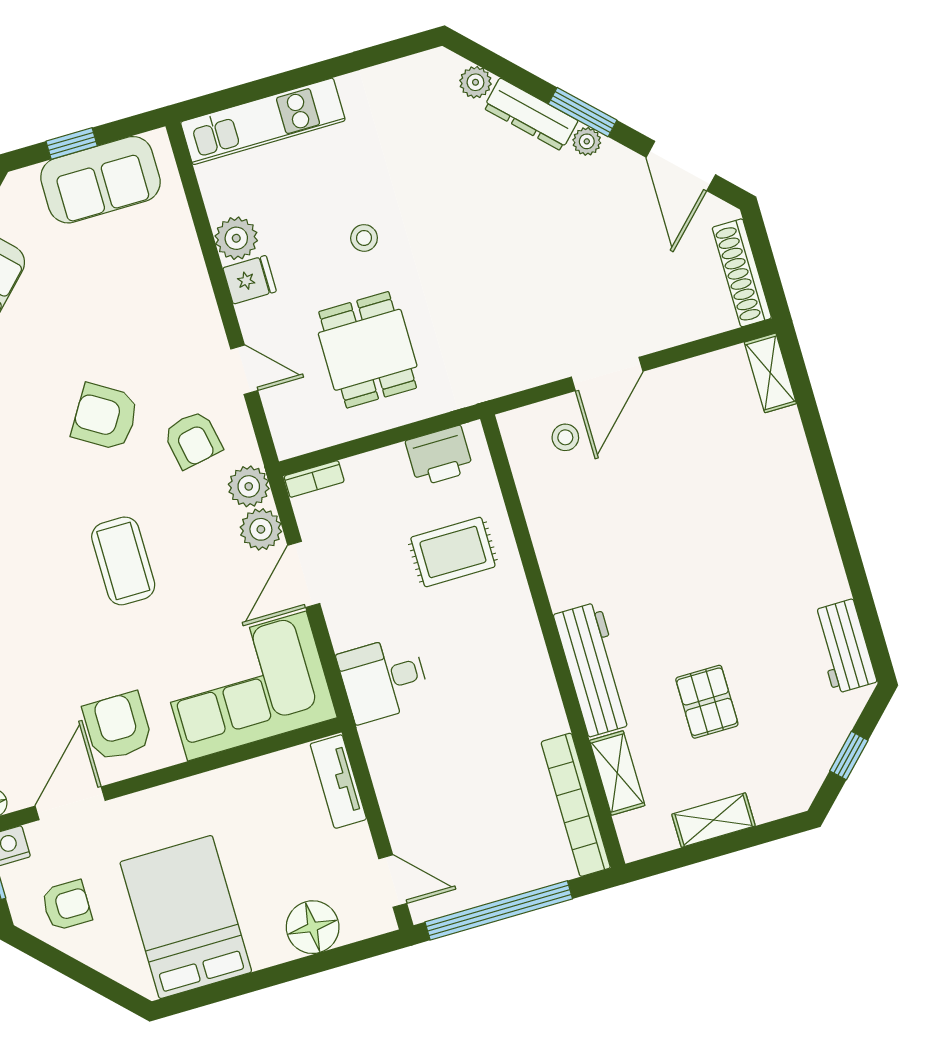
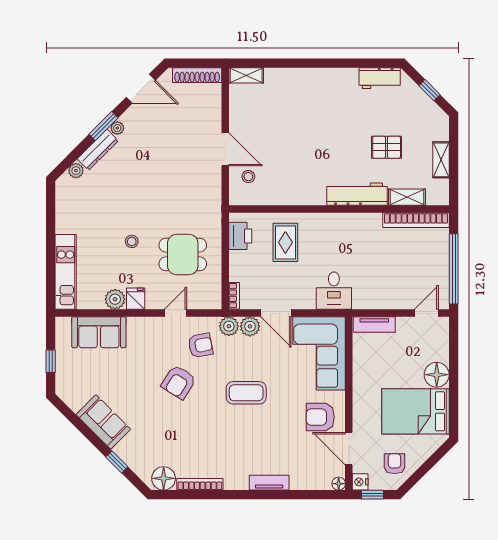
sofa: (100, 180) -> (99, 332), moved, turned 90
floor lamp: (313, 927) -> (437, 375), moved

